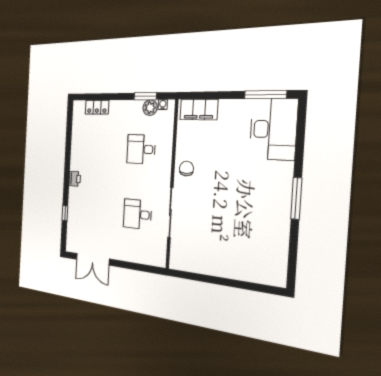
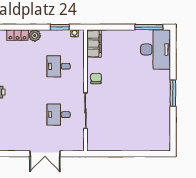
plant: (150, 108) -> (35, 36), moved
filing cabinet: (199, 110) -> (94, 44), moved, turned -90
double door: (93, 259) -> (45, 154), moved

